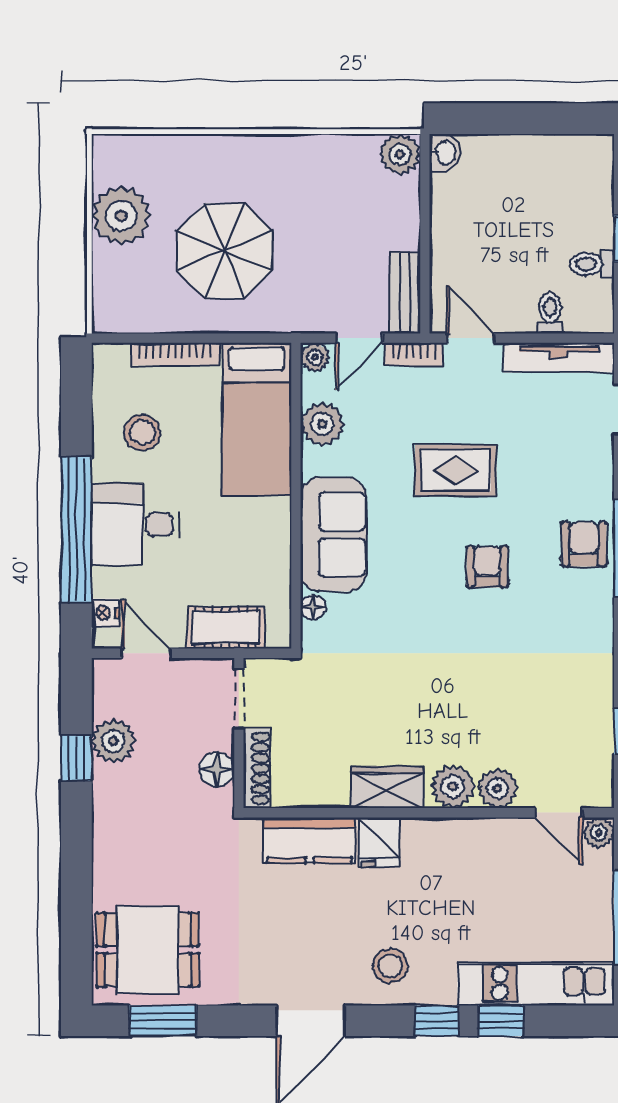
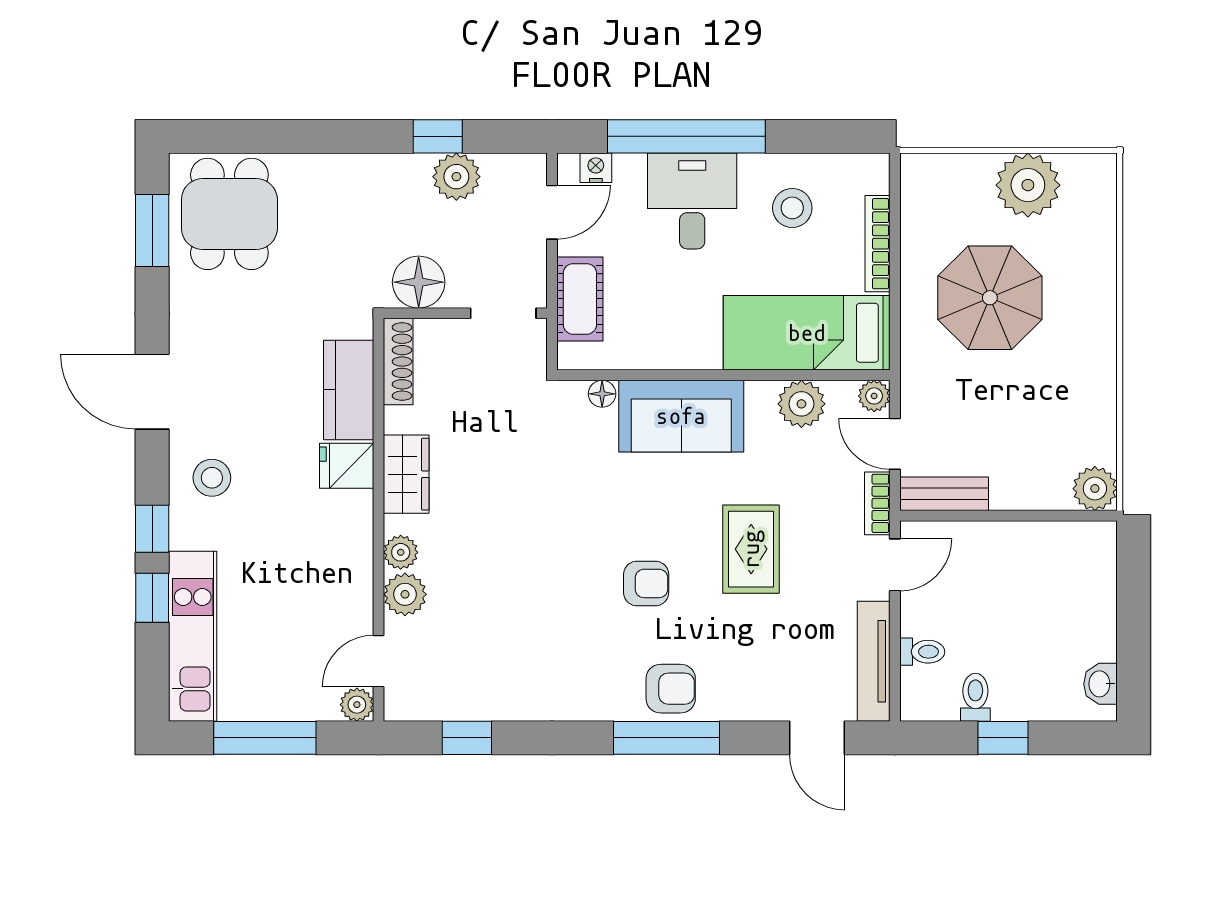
washbasin: (445, 153) -> (1100, 684), moved, turned 90
shoe rack: (257, 768) -> (398, 362), moved, turned -90
floor lamp: (217, 769) -> (419, 282), width x1.38, depth x1.38
plant: (453, 786) -> (401, 552), width x0.73, depth x0.73

